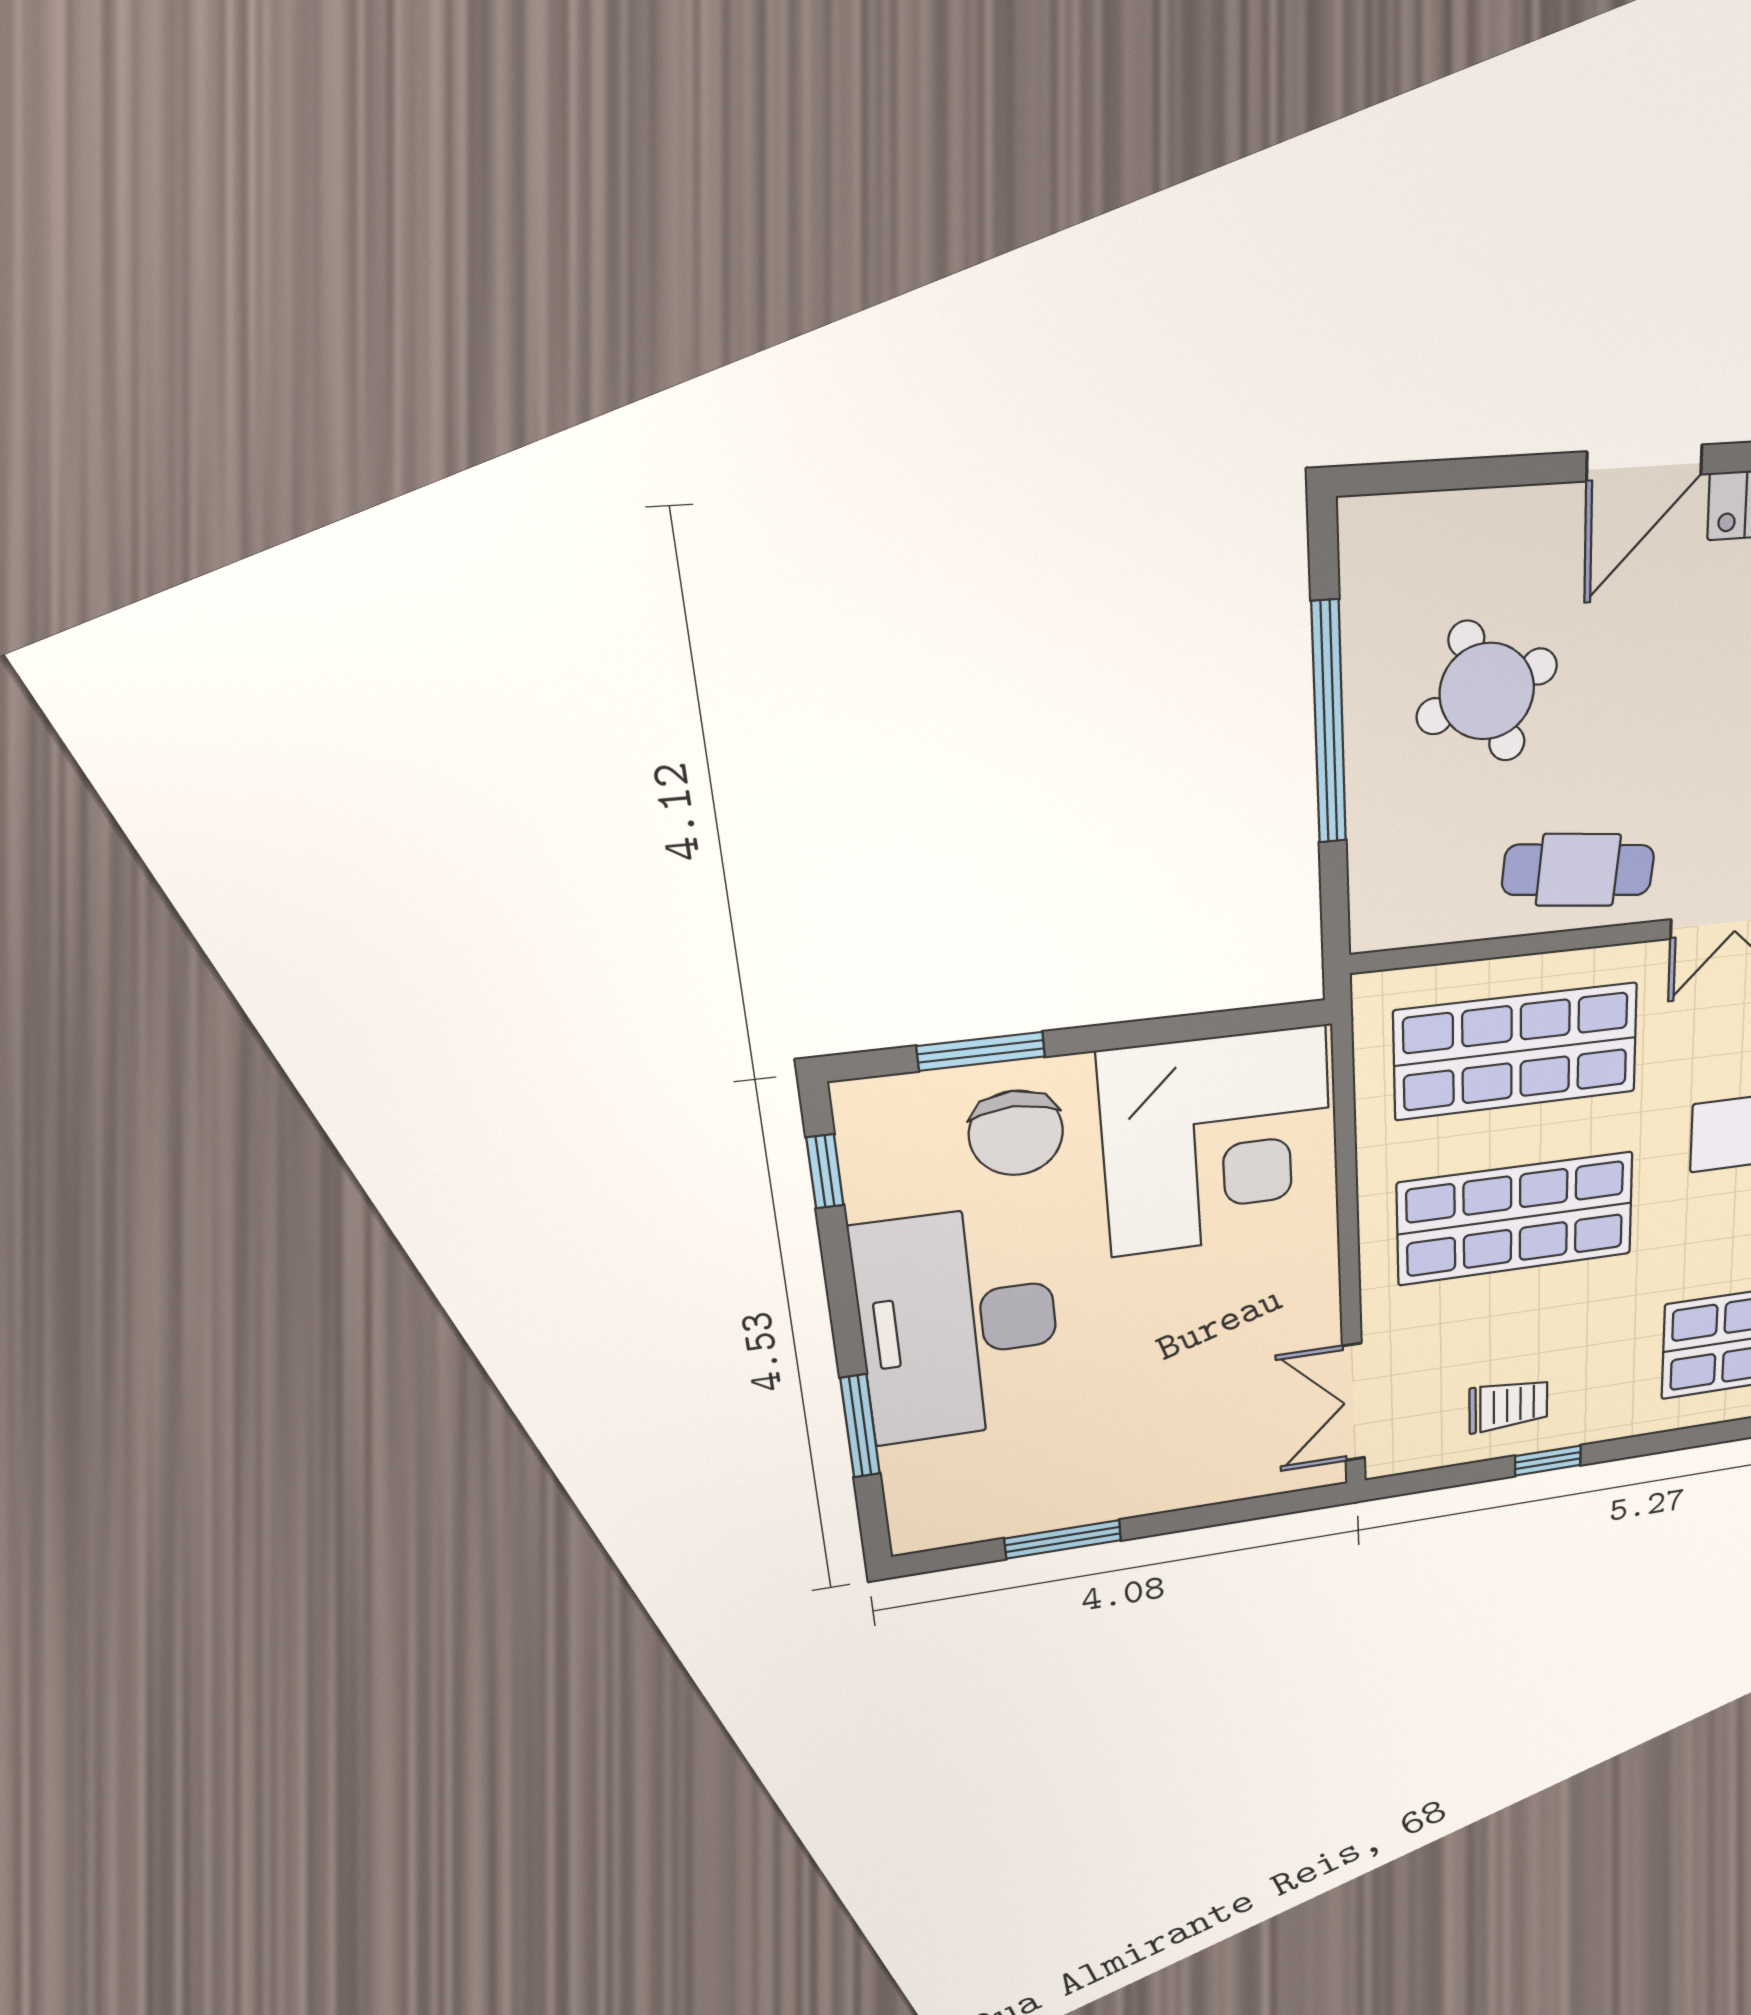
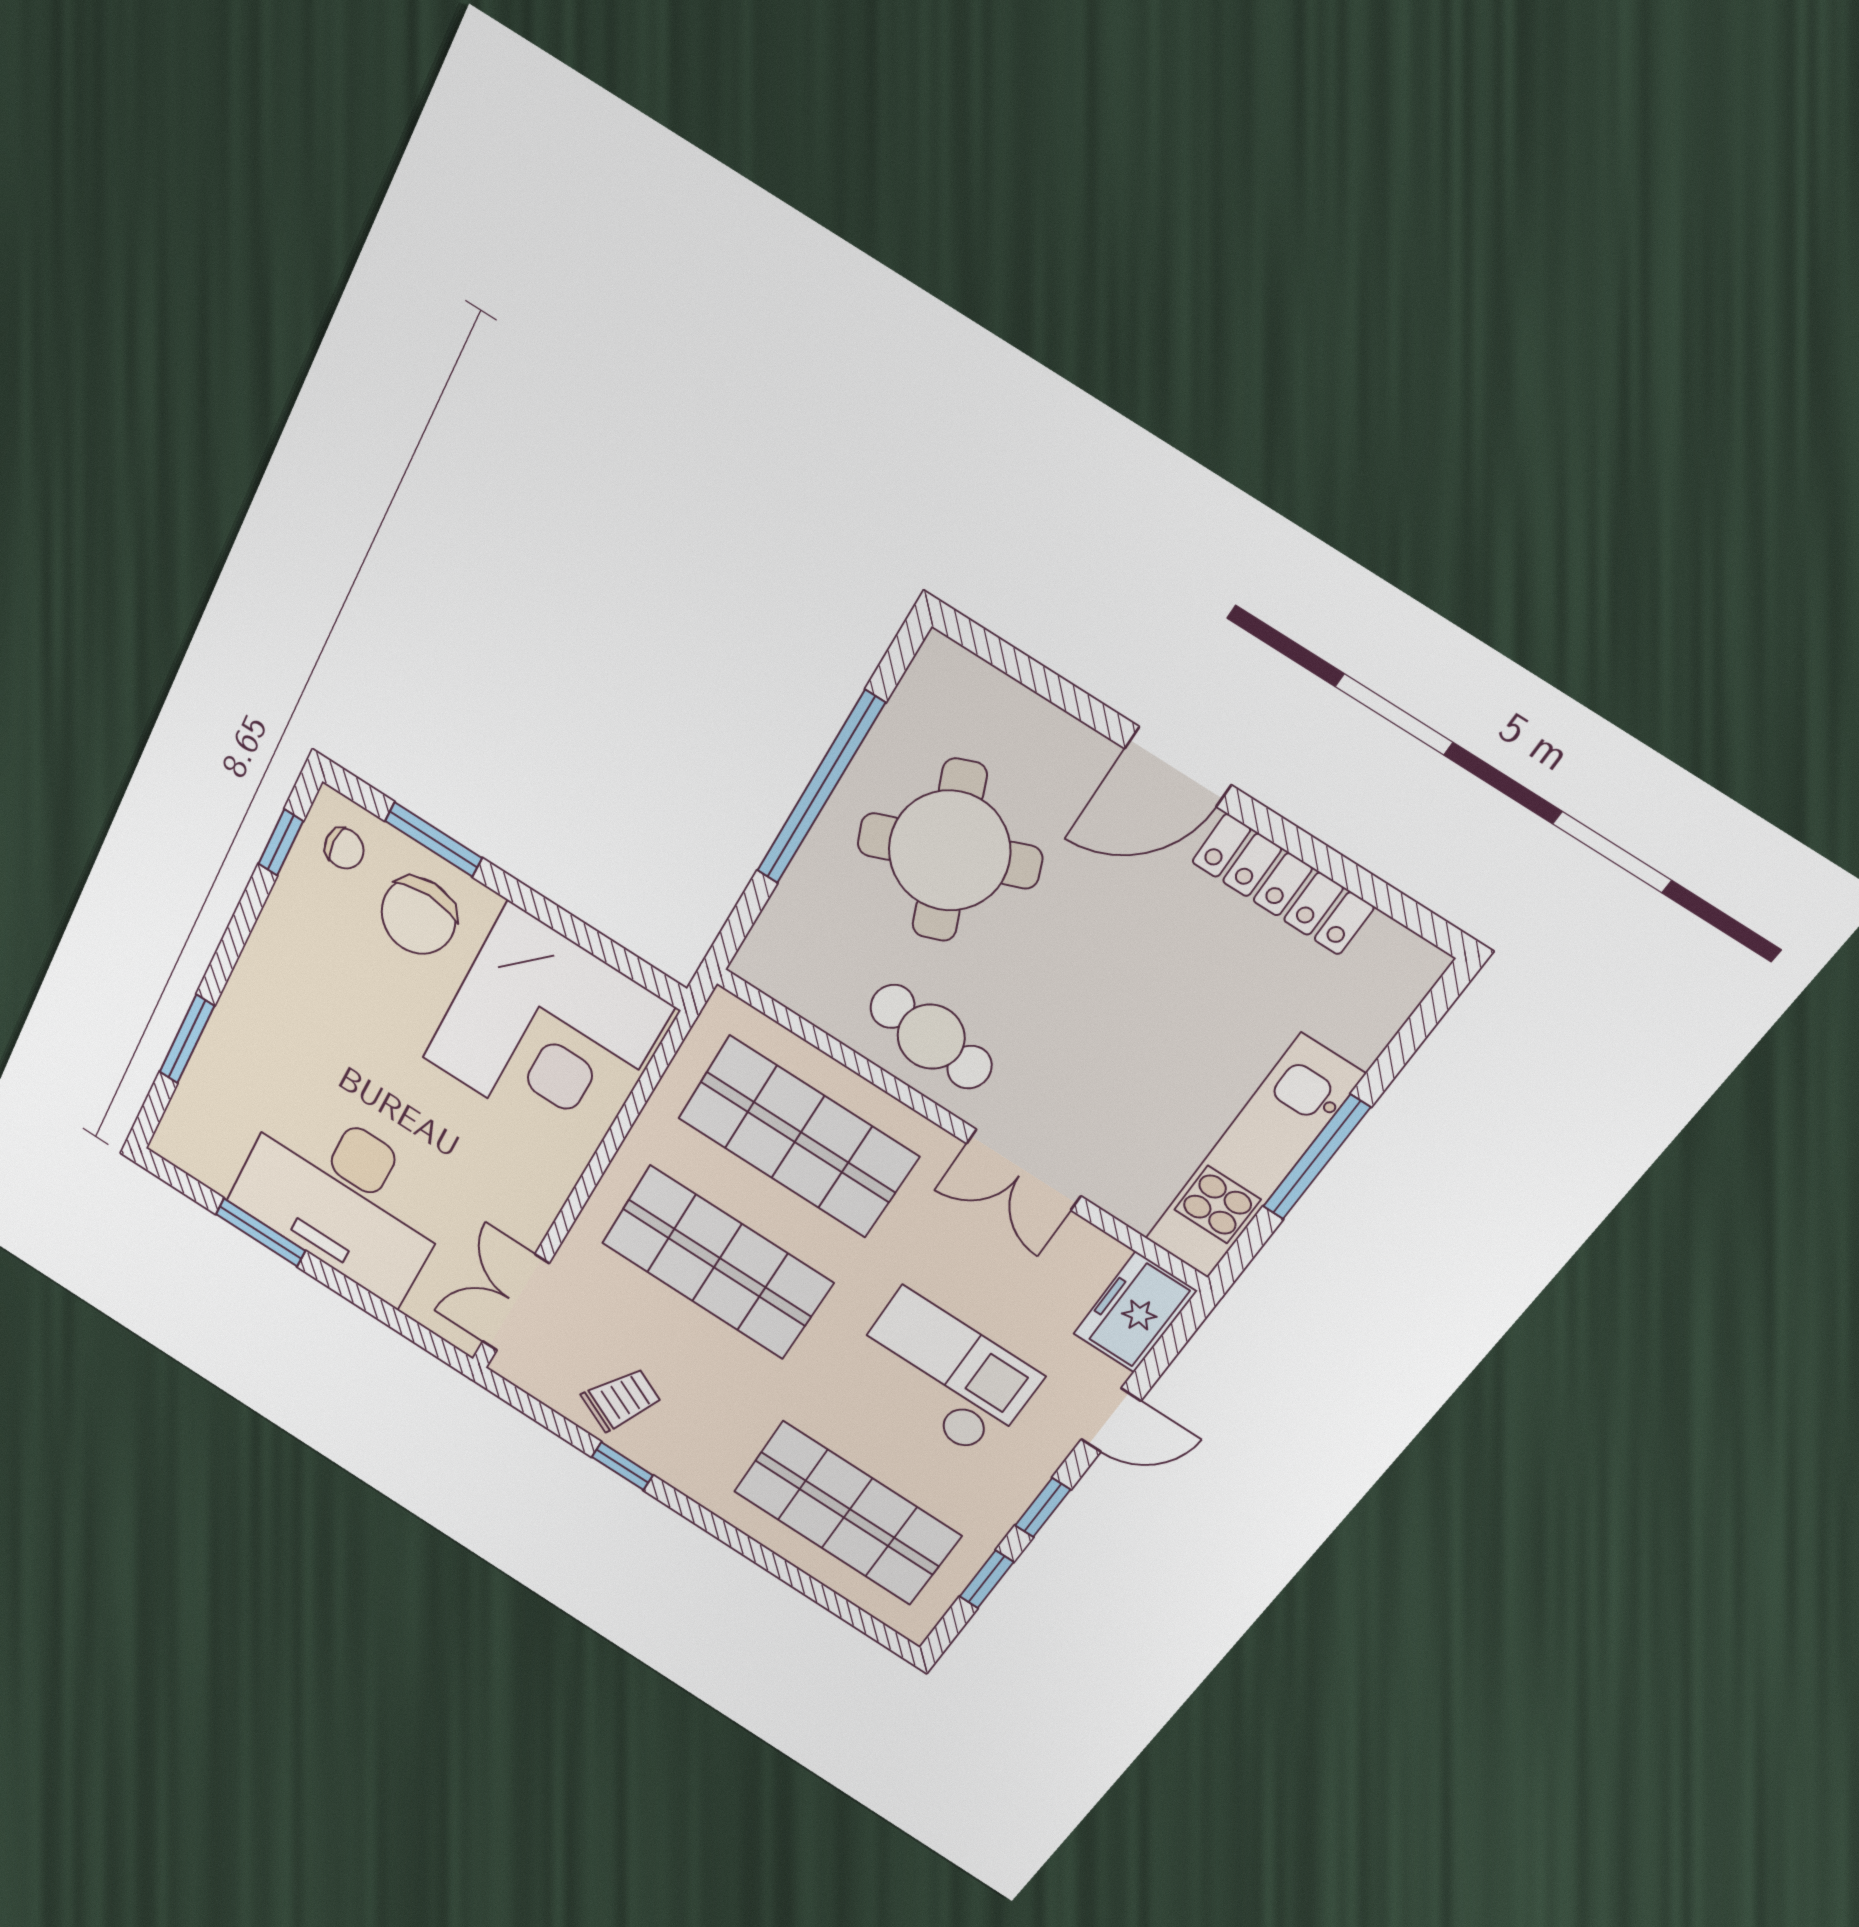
round table: (1487, 691) -> (949, 851), width x1.36, depth x1.36
chair: (895, 1128) -> (344, 848), added
desk: (959, 1325) -> (343, 1197), moved, turned -90
trolley: (1508, 1405) -> (621, 1399), turned -63

